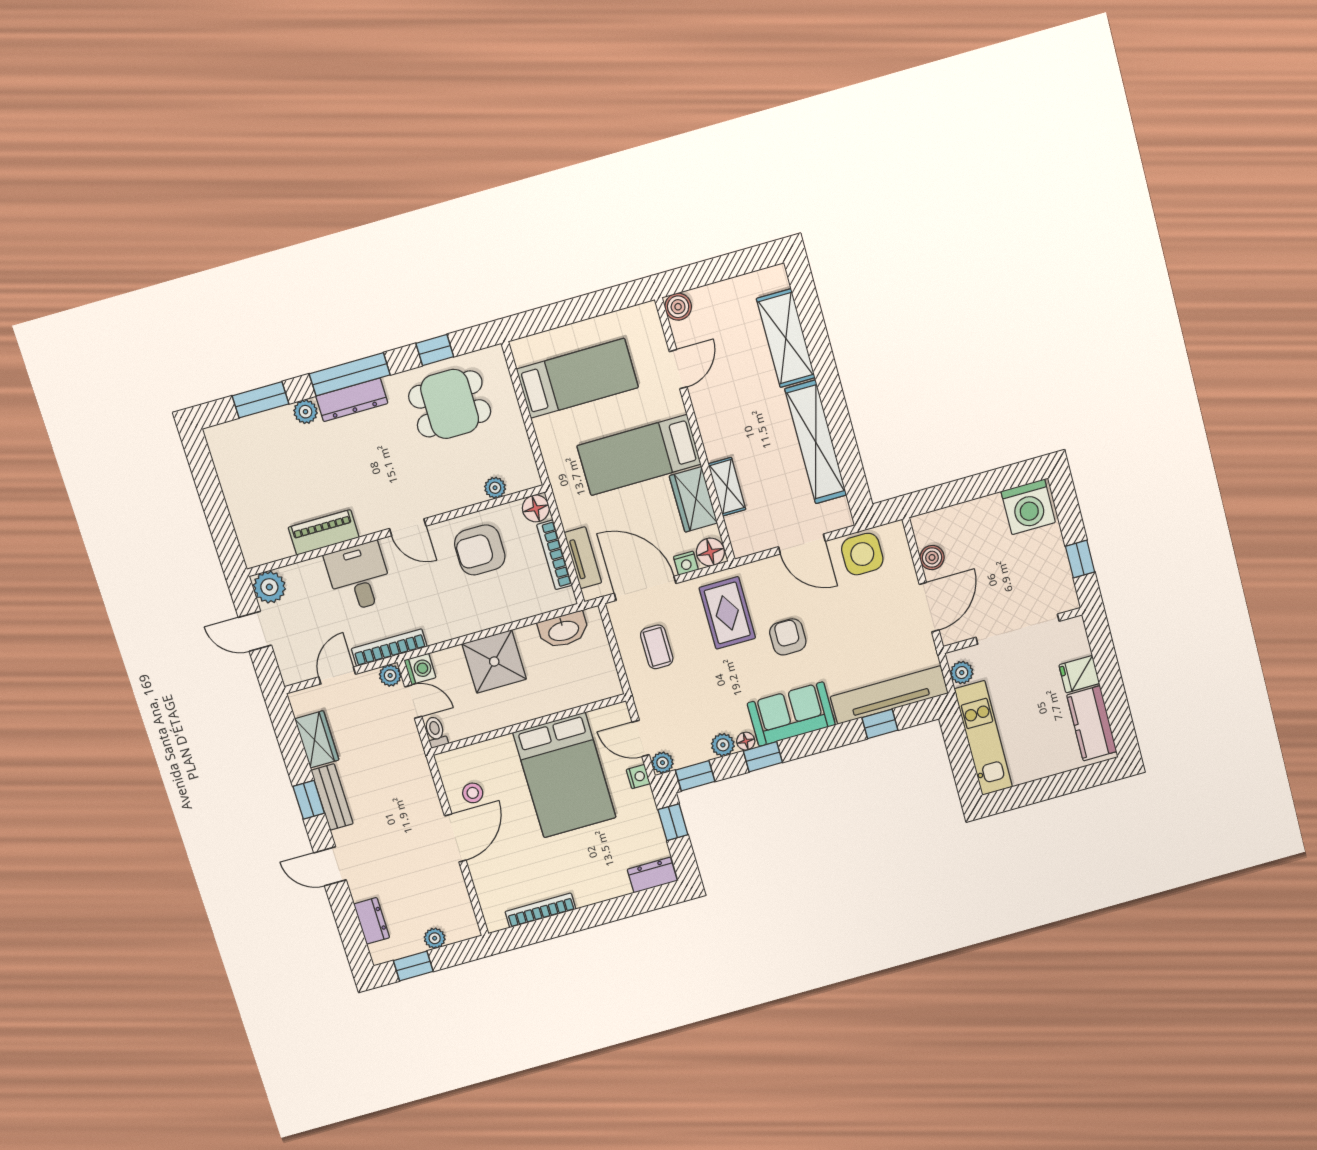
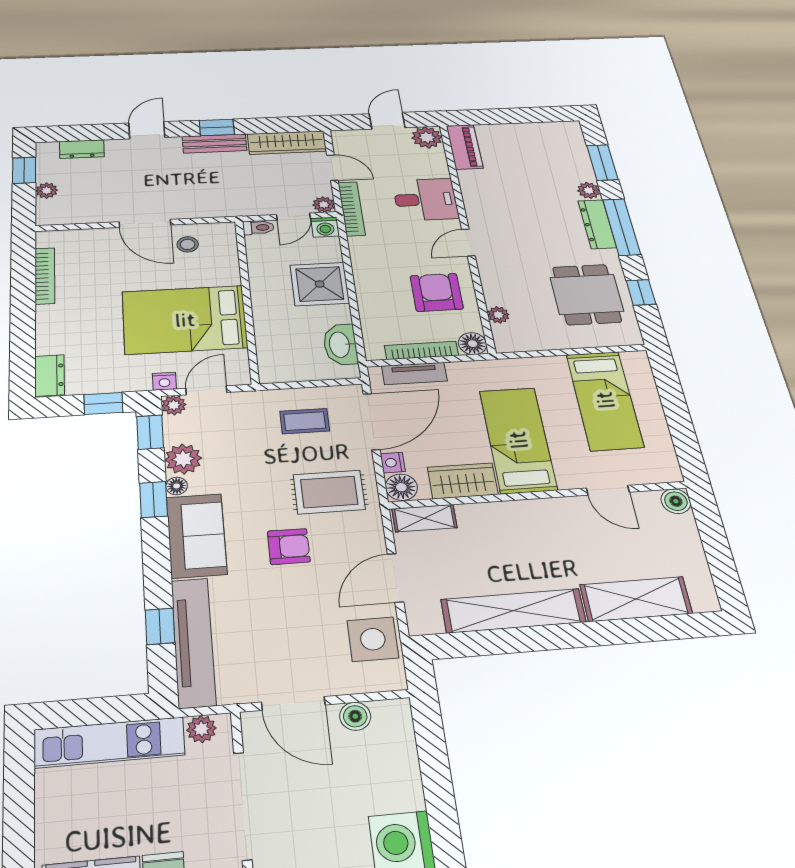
shelving: (727, 487) -> (424, 518), moved
piano: (324, 532) -> (465, 147), moved
wardrobe: (317, 739) -> (287, 143), width x1.50
plant: (723, 745) -> (183, 459), width x1.38, depth x1.38

